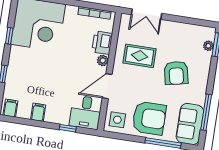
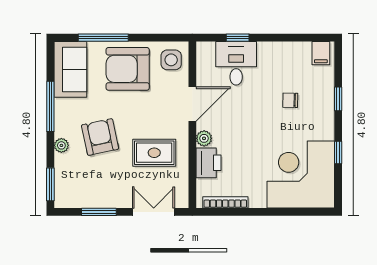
window: (185, 20) -> (99, 212), added
plant: (208, 46) -> (61, 145), moved
chair: (37, 78) -> (290, 100), added
filing cabinet: (38, 112) -> (282, 53), removed
desk: (86, 112) -> (236, 63), moved
window: (206, 112) -> (50, 106), moved

